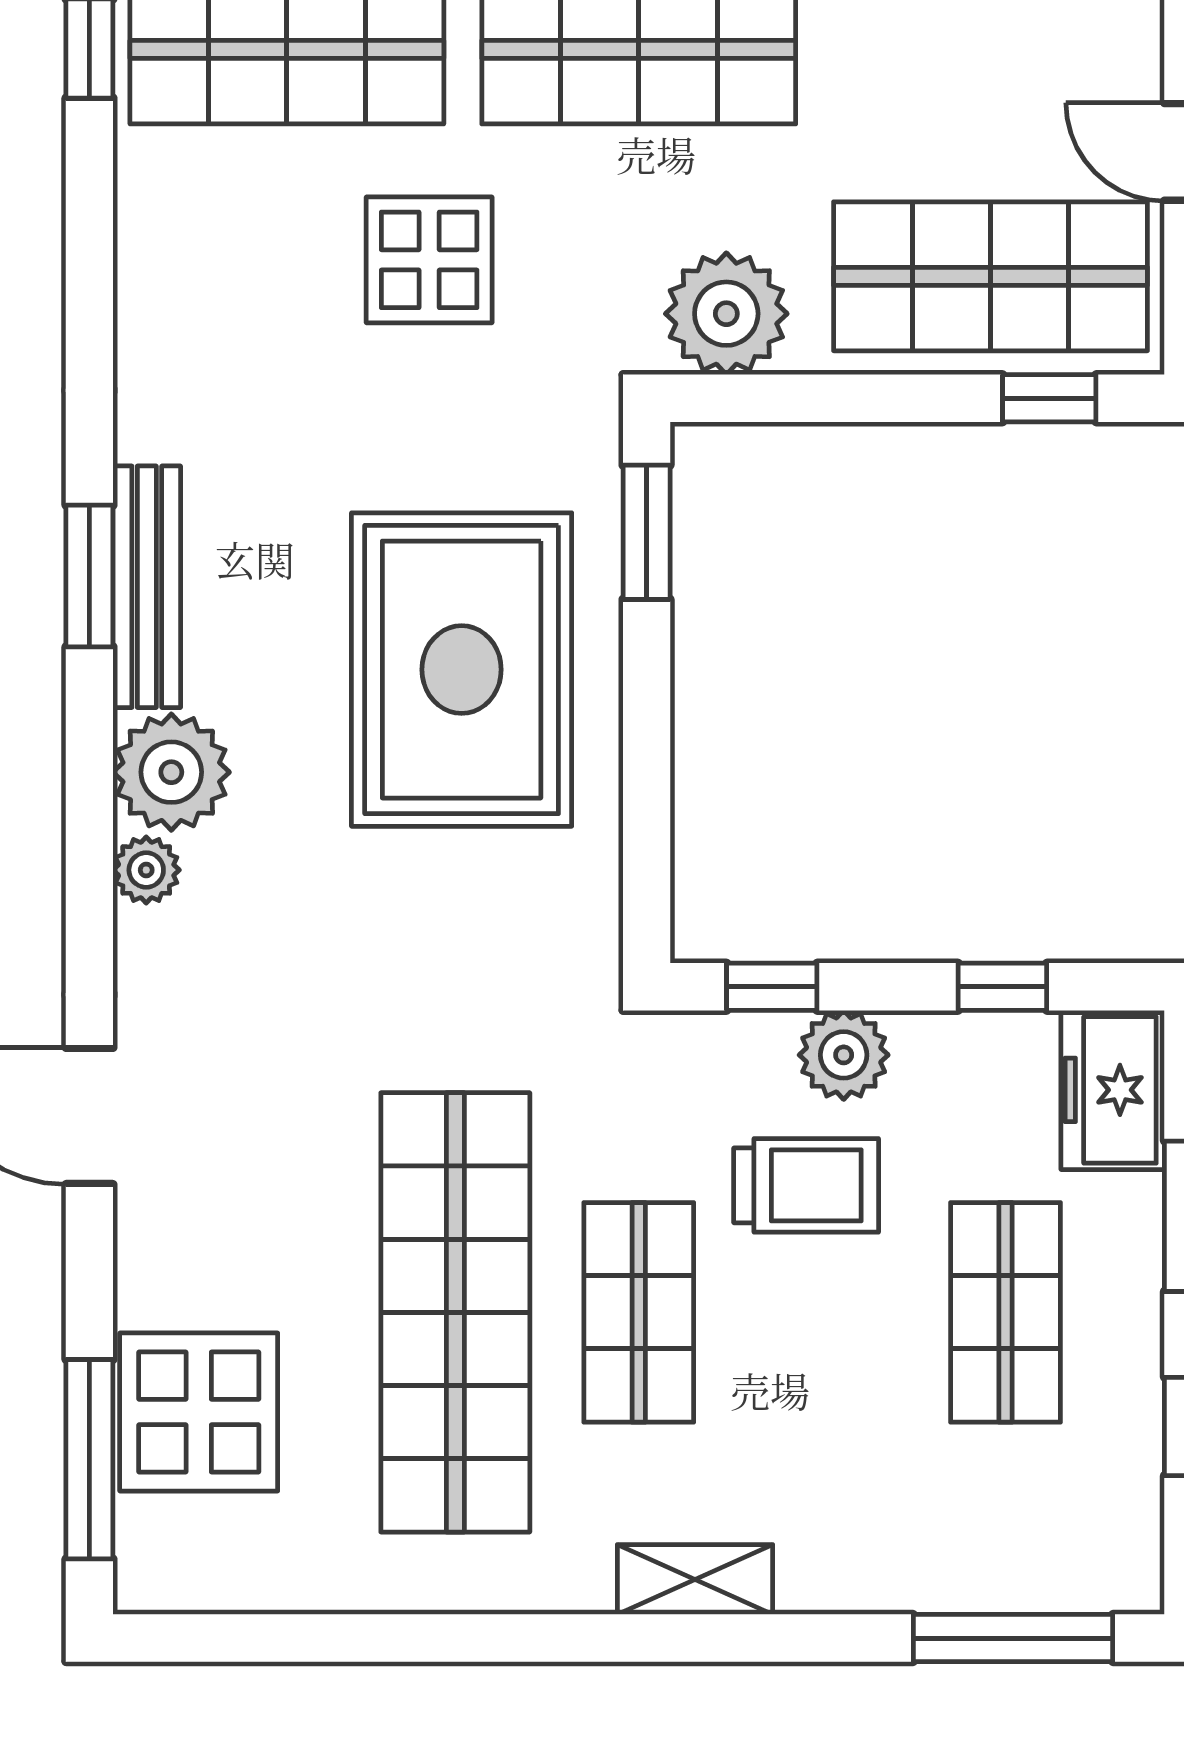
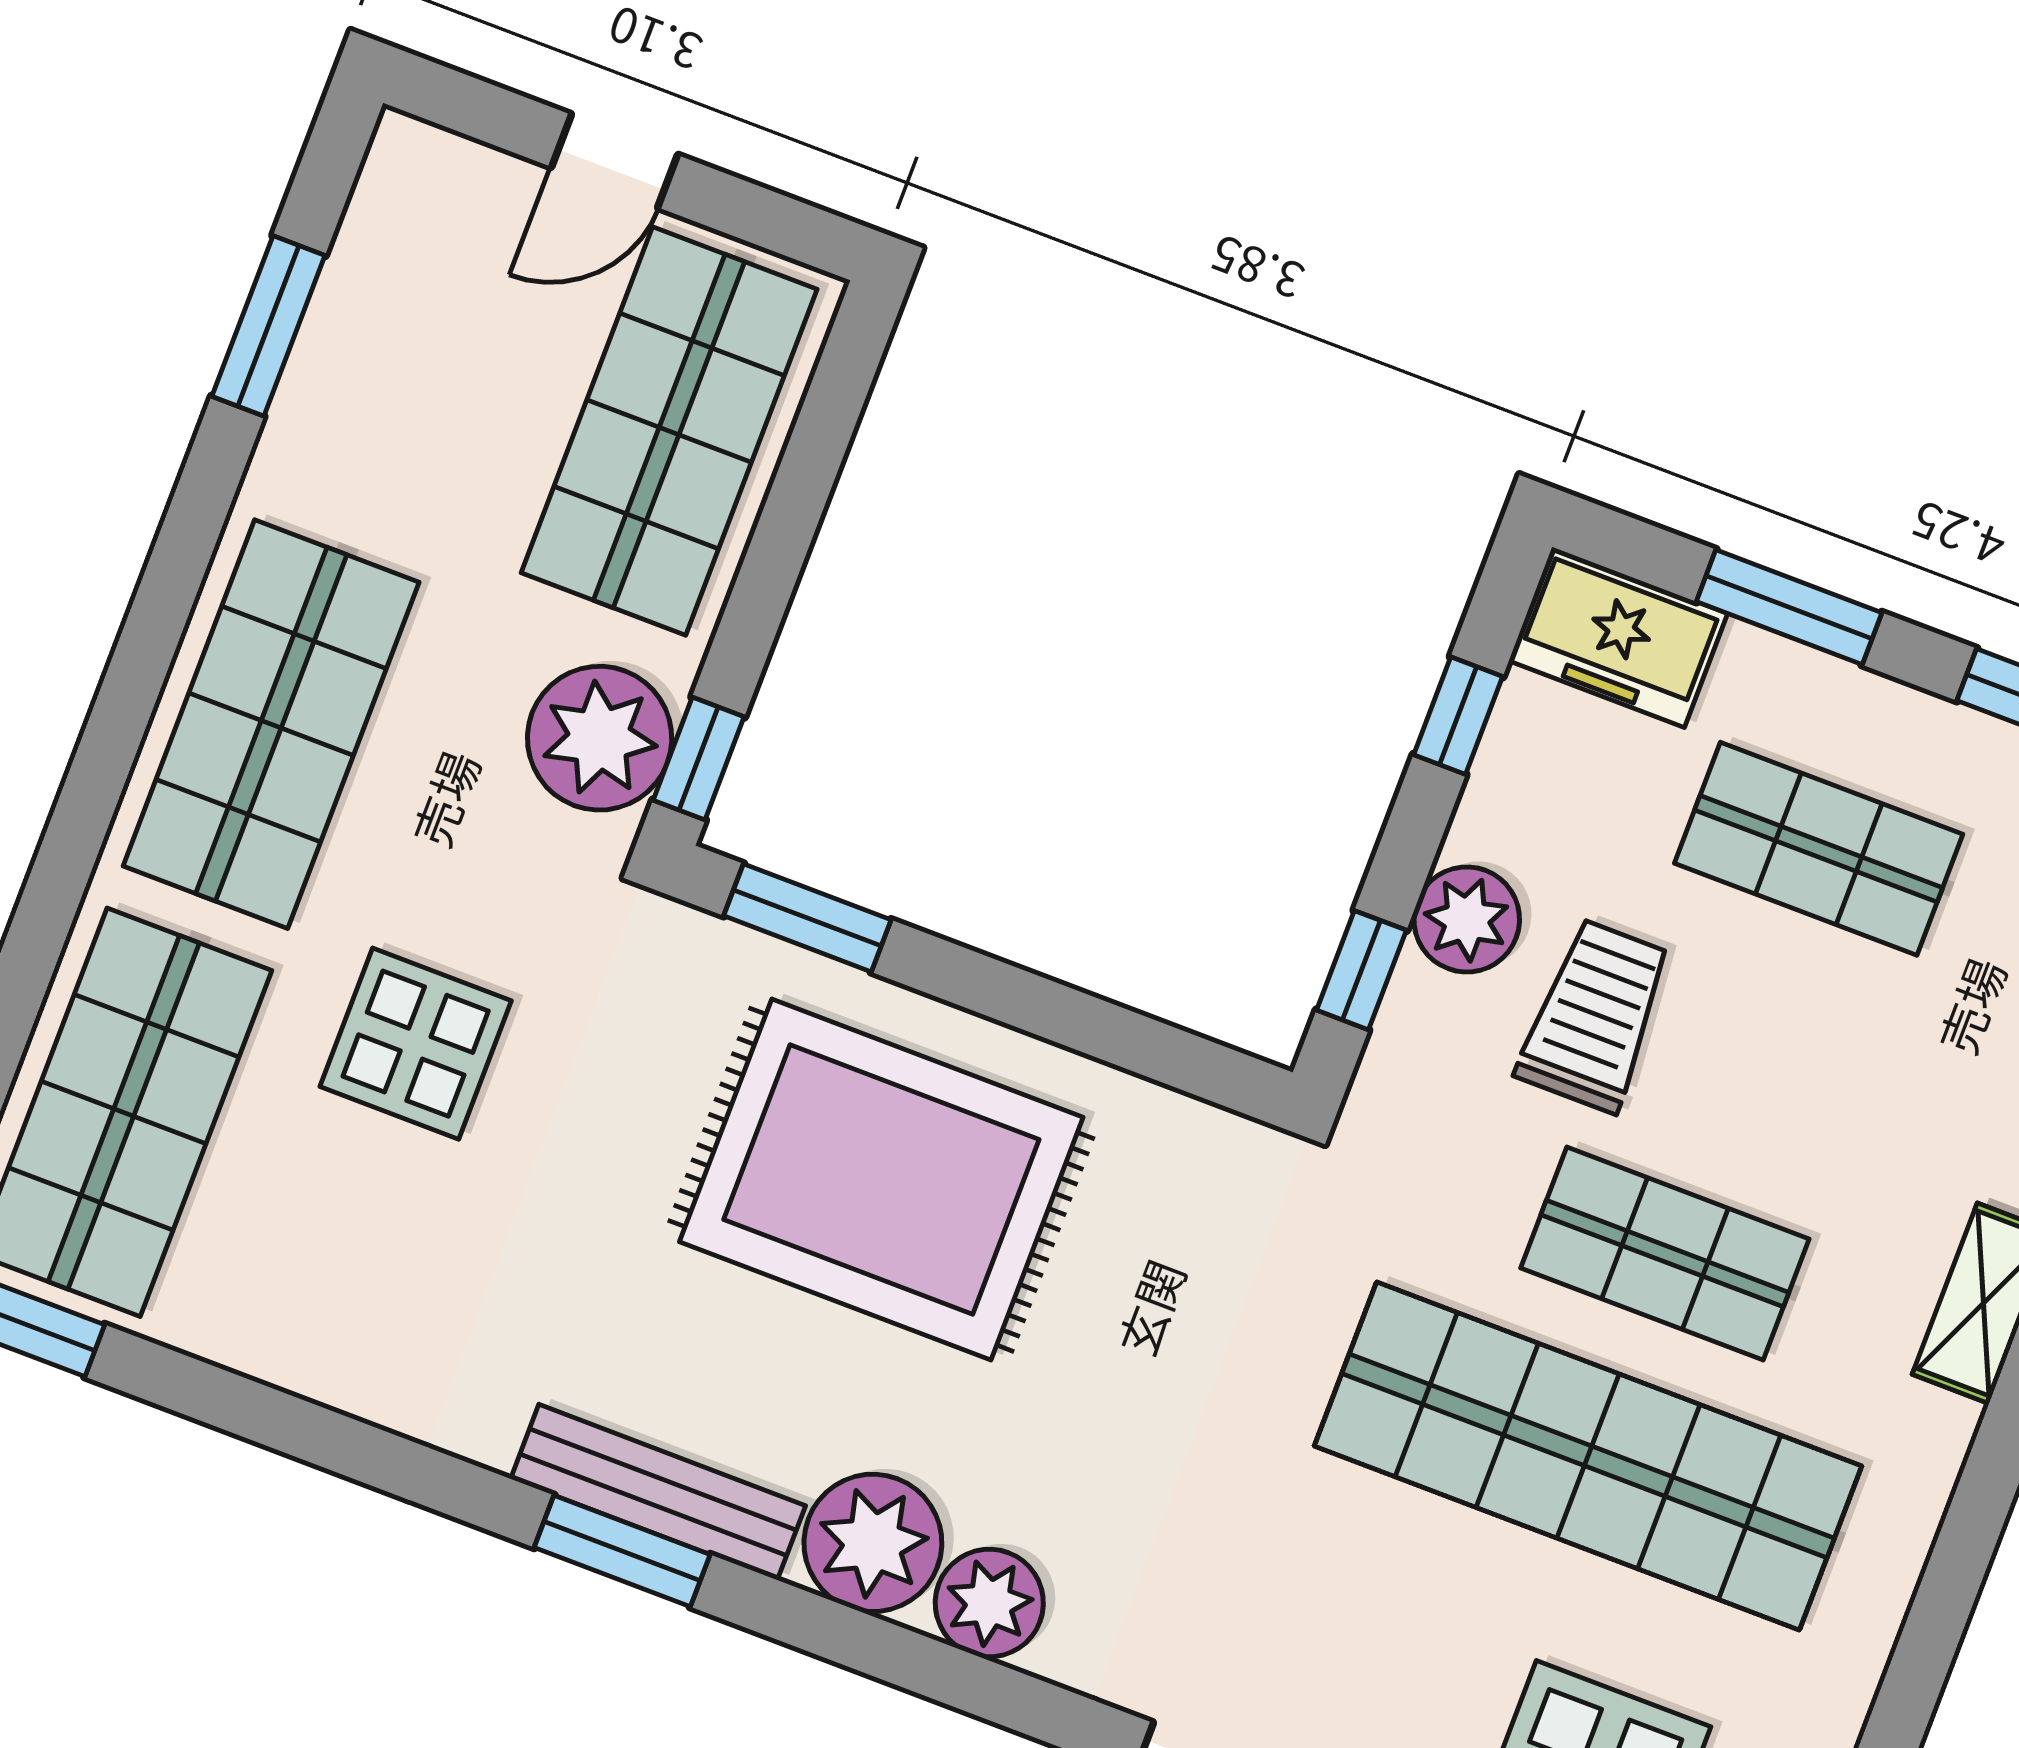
window: (1049, 398) -> (699, 759), moved
plant: (146, 870) -> (989, 1603), width x1.38, depth x1.38

